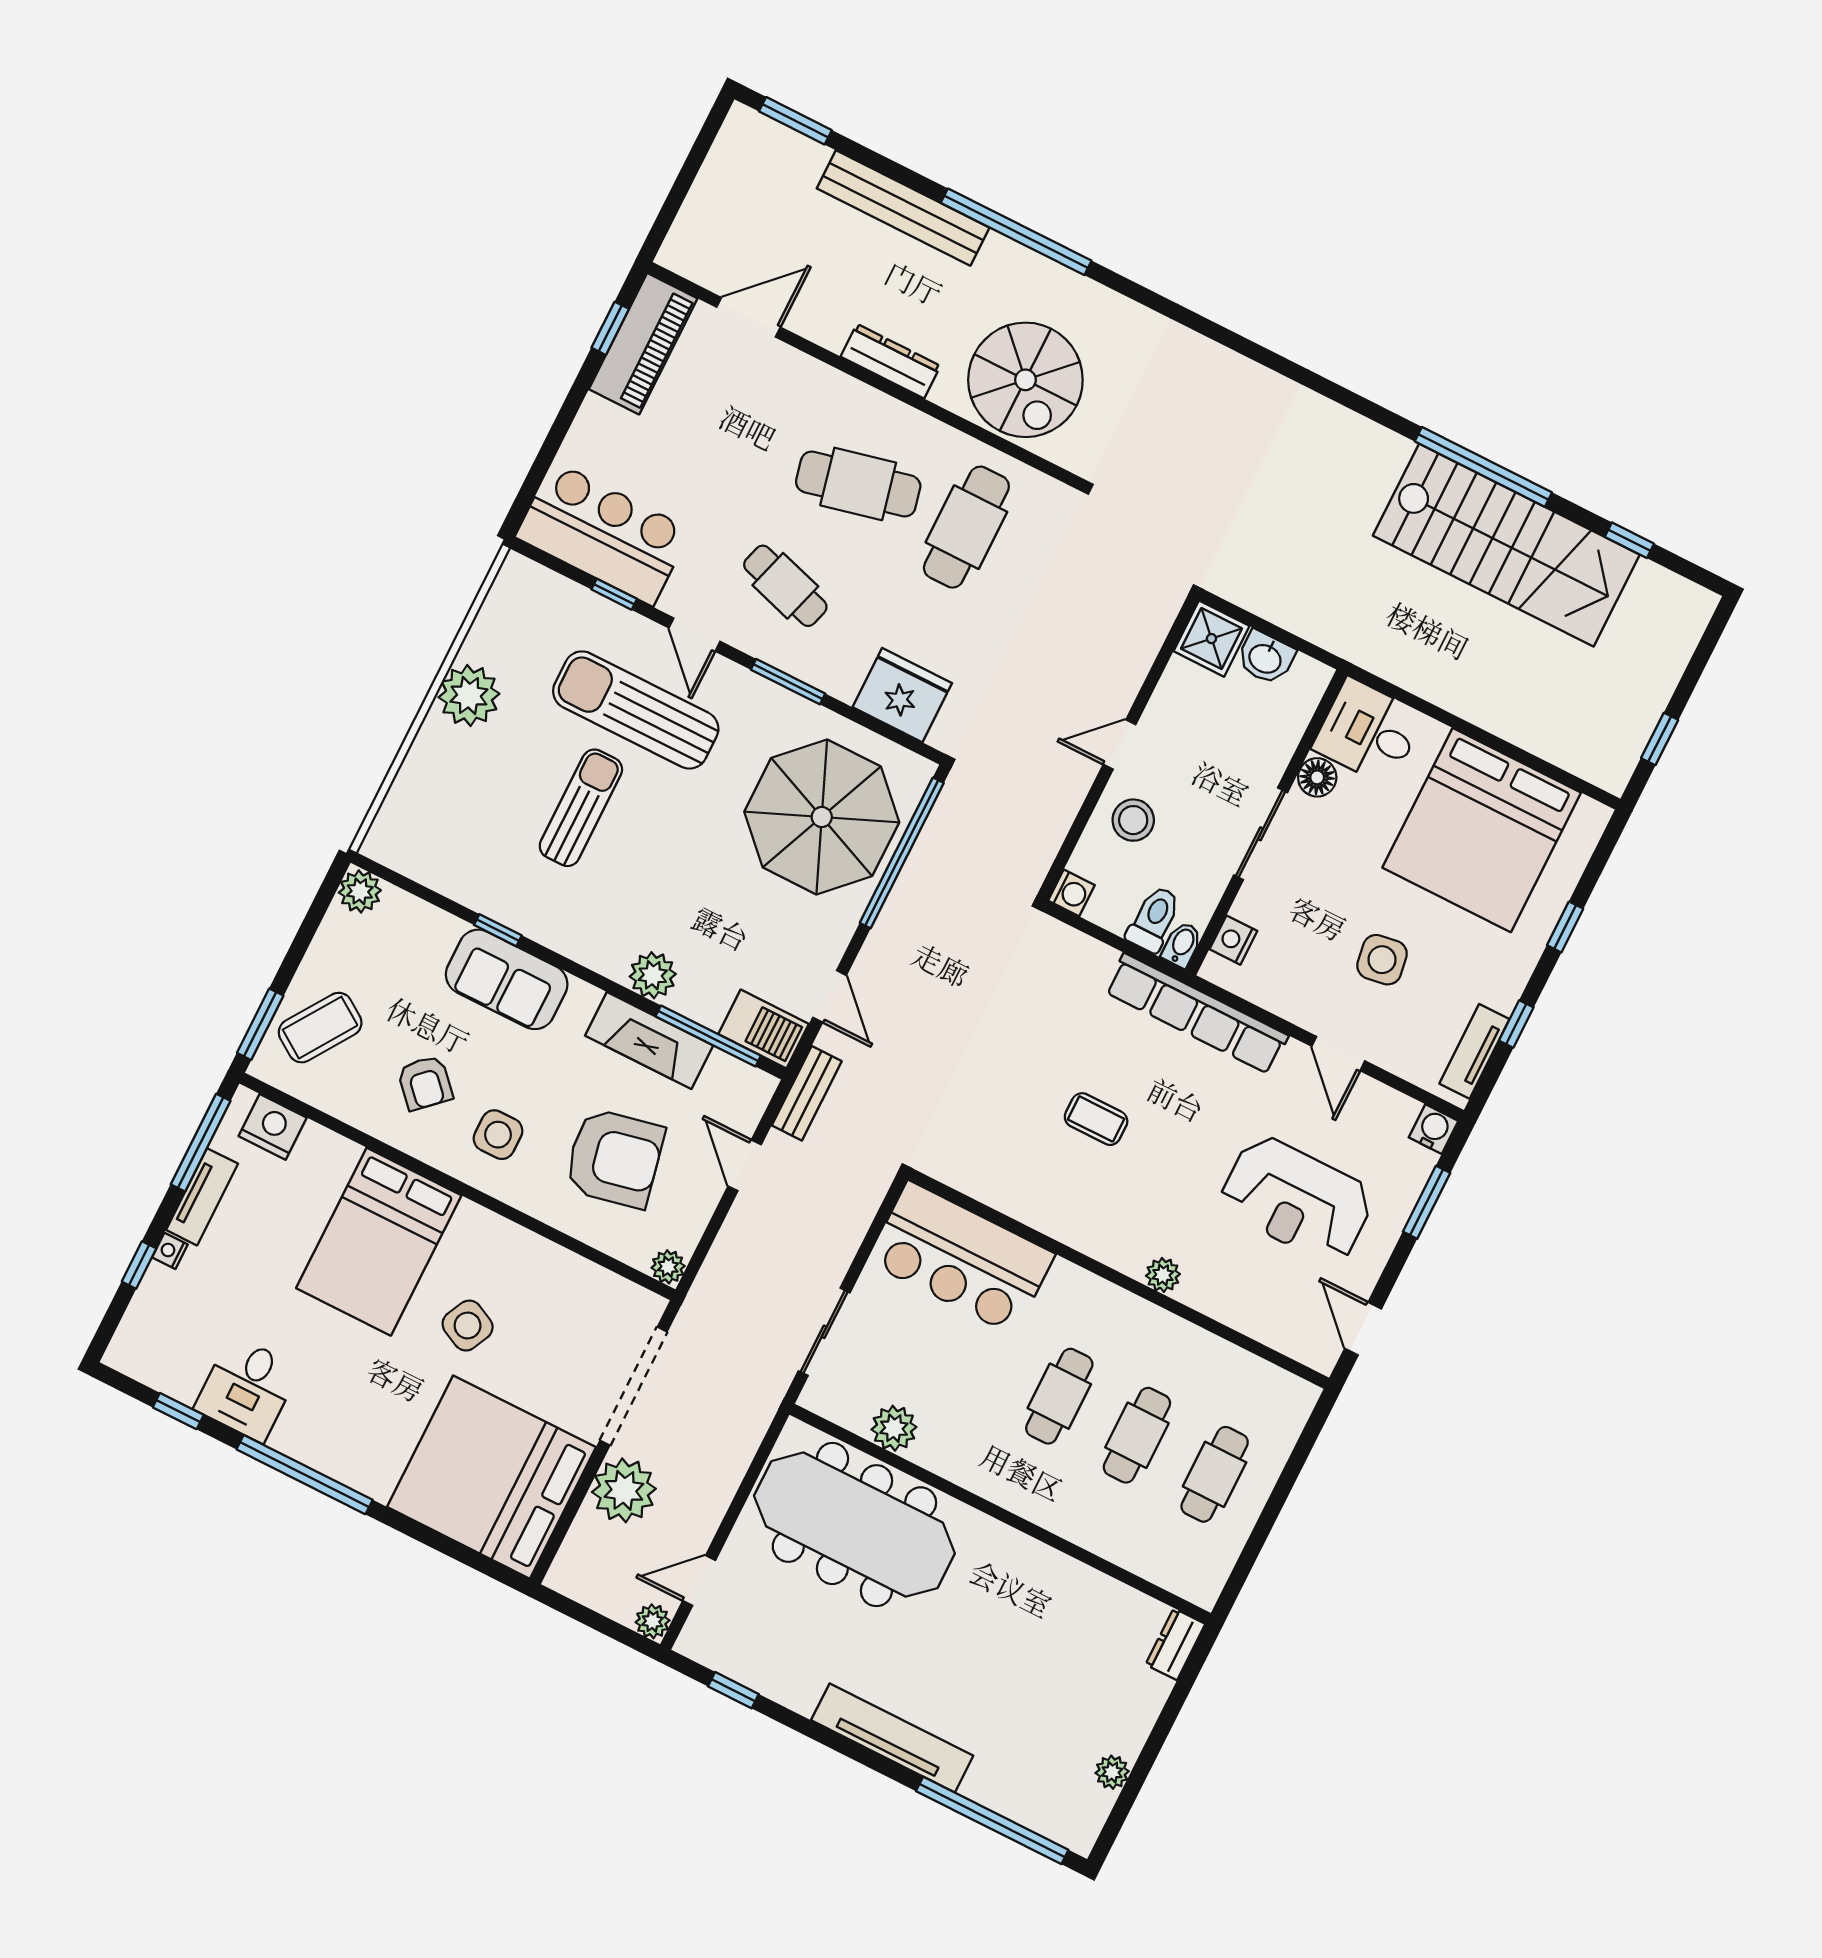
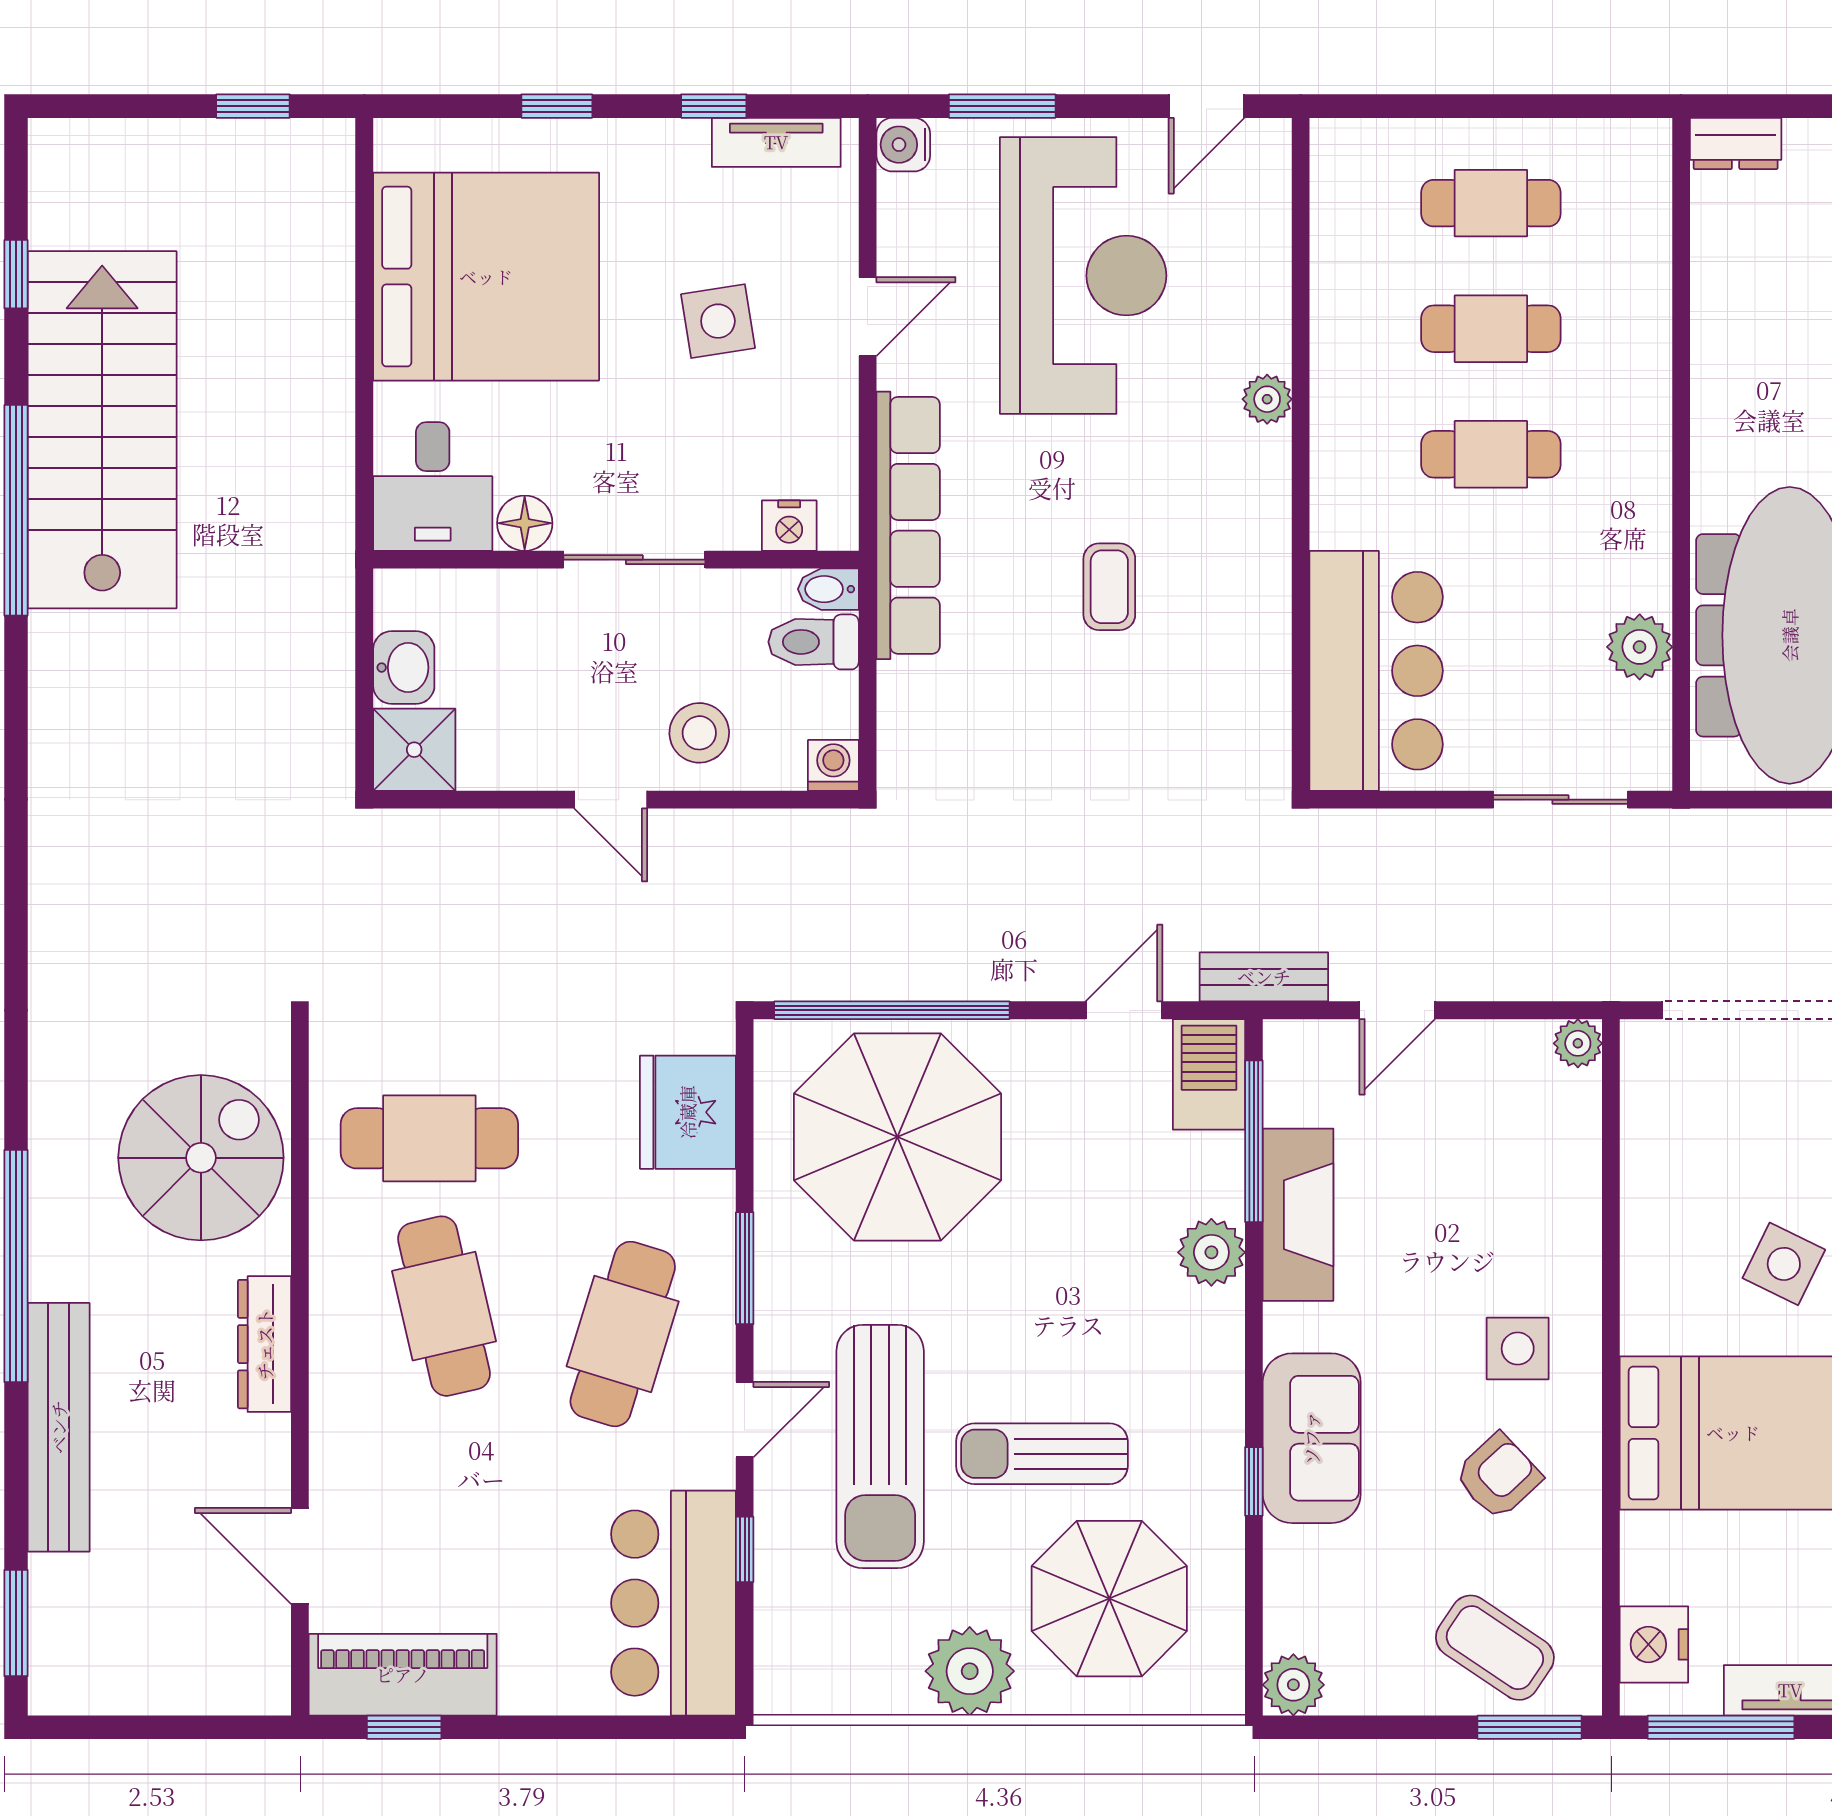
cafe table: (785, 586) -> (623, 1334), width x1.37, depth x1.35
parasol: (470, 804) -> (1109, 1599), added
armchair: (614, 1158) -> (1472, 1183), removed
reception desk: (1297, 1200) -> (1083, 276), width x1.36, depth x1.30

